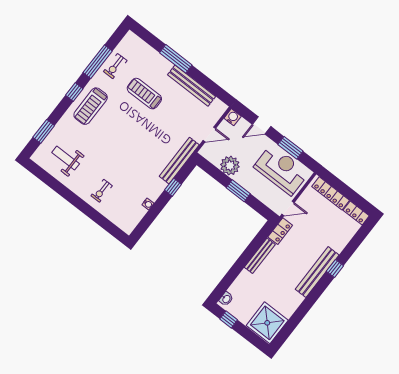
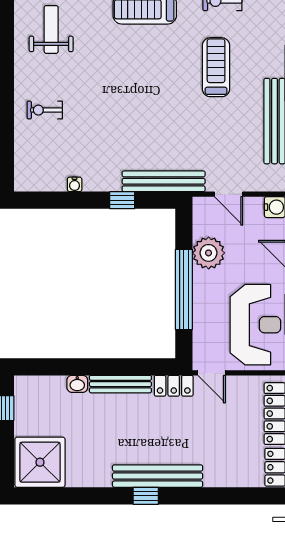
window: (238, 191) -> (184, 290), width x2.11
window: (335, 268) -> (146, 496), moved
washbasin: (226, 299) -> (77, 384), moved

